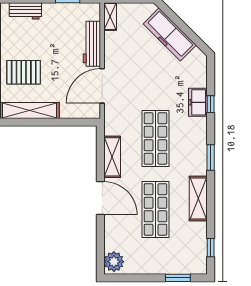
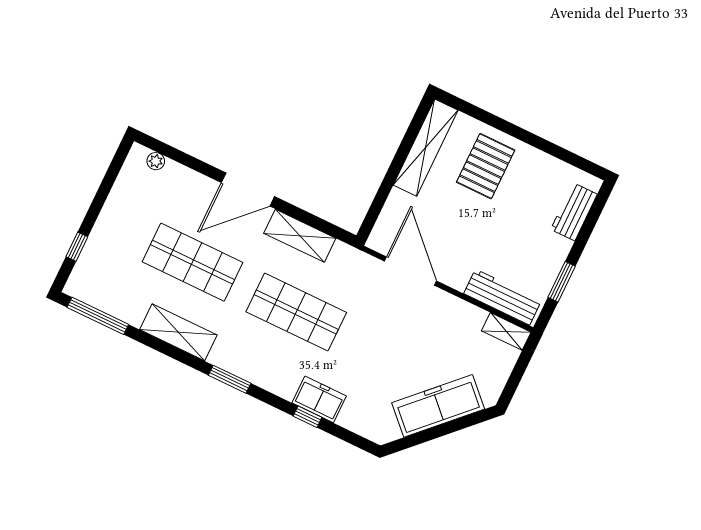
workbench: (92, 44) -> (503, 297), moved
window: (211, 248) -> (98, 316), width x2.17
plant: (114, 262) -> (156, 161), width x0.53, depth x0.53
window: (178, 278) -> (77, 247), width x0.67

